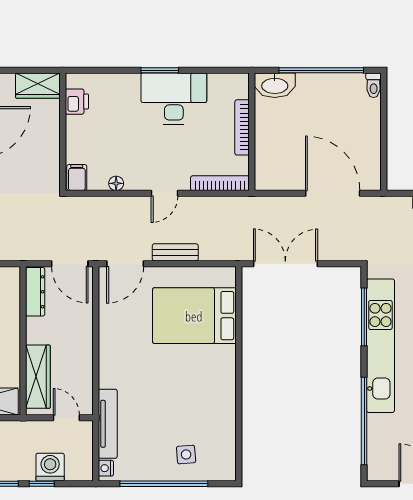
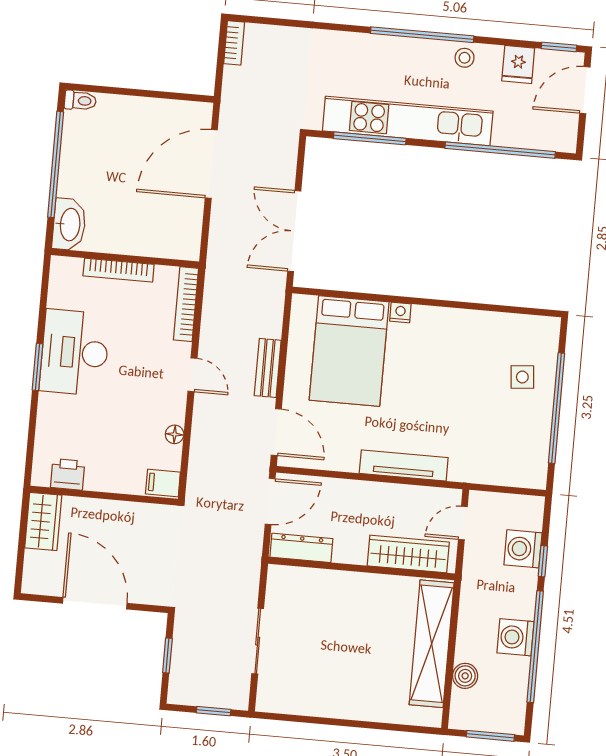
tv unit: (108, 424) -> (404, 465), moved
nightstand: (106, 468) -> (400, 312), moved, turned 180

